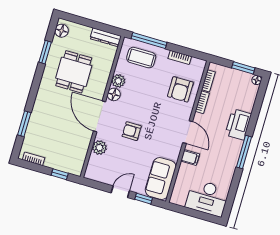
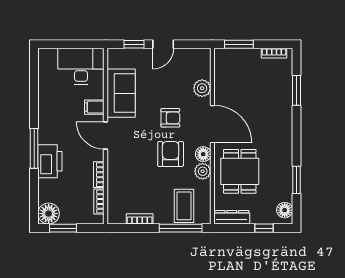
window: (82, 21) -> (264, 228), added
coffee table: (141, 58) -> (184, 206), turned 90
dining table: (74, 72) -> (240, 171), moved
floor lamp: (257, 80) -> (49, 214), width x1.89, depth x1.89
armchair: (180, 89) -> (171, 154), moved
window: (244, 152) -> (34, 148), moved
window: (60, 174) -> (239, 44), width x1.50
sofa: (161, 179) -> (121, 93), moved
desk: (207, 198) -> (81, 66), moved

